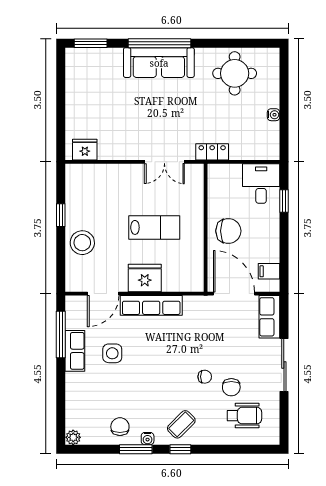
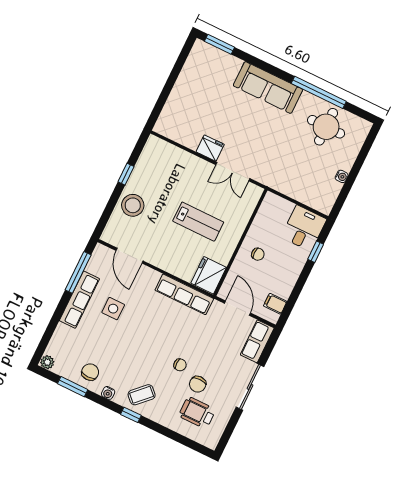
window: (159, 43) -> (319, 92), moved
fridge: (85, 150) -> (210, 148), moved
locker: (212, 152) -> (276, 182), removed
chair: (228, 231) -> (258, 254), width x0.54, depth x0.54
fridge: (145, 278) -> (209, 275), moved, turned -90
door: (103, 294) -> (130, 256), hinge flipped
door: (234, 294) -> (237, 308), width x0.73
row of seats: (151, 305) -> (184, 294), moved
row of seats: (75, 351) -> (79, 300), width x1.48
wheelchair: (244, 416) -> (197, 413), turned 180
window: (136, 449) -> (73, 387), moved

